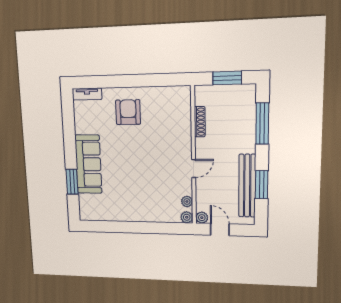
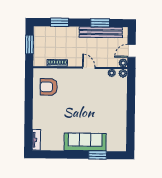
armchair: (128, 112) -> (49, 87), moved
window: (262, 124) -> (59, 22), width x0.69

